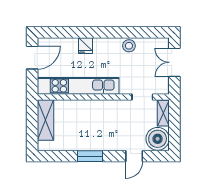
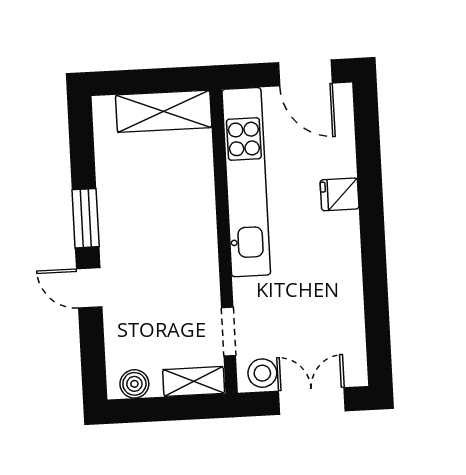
stool: (129, 46) -> (262, 373), moved
boiler: (158, 139) -> (134, 384), width x0.54, depth x0.54
door: (134, 156) -> (89, 288), moved

